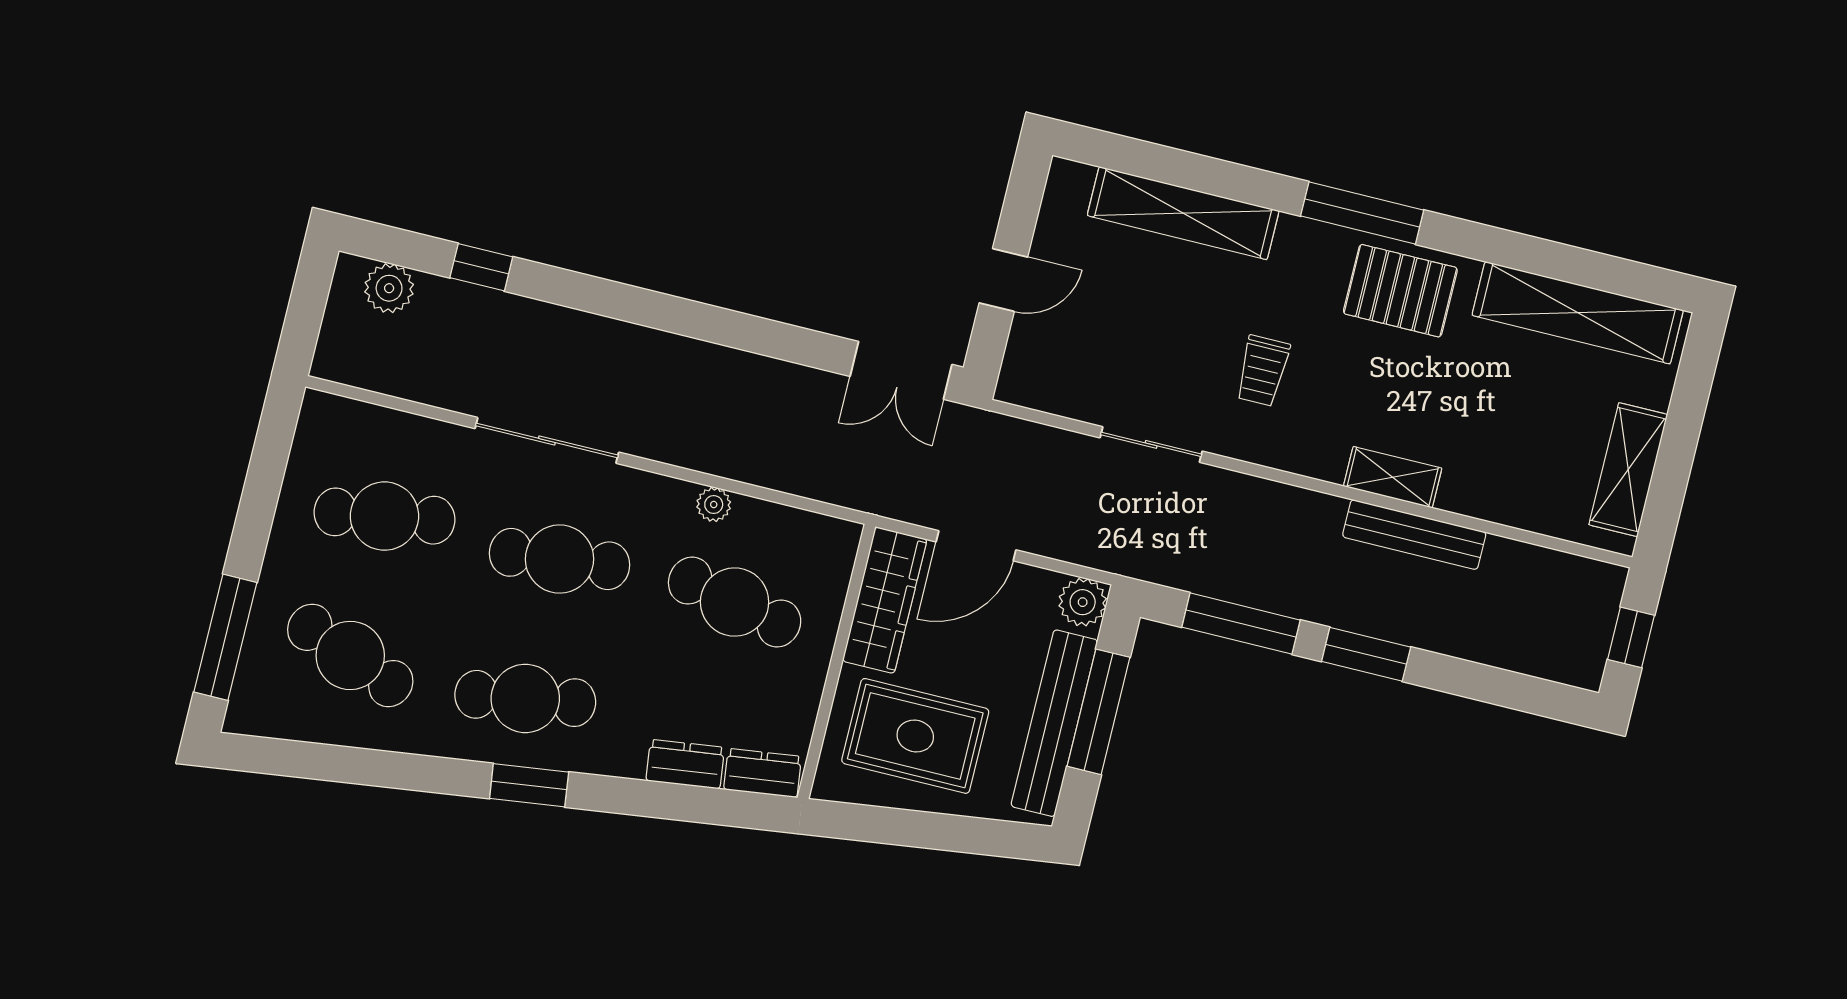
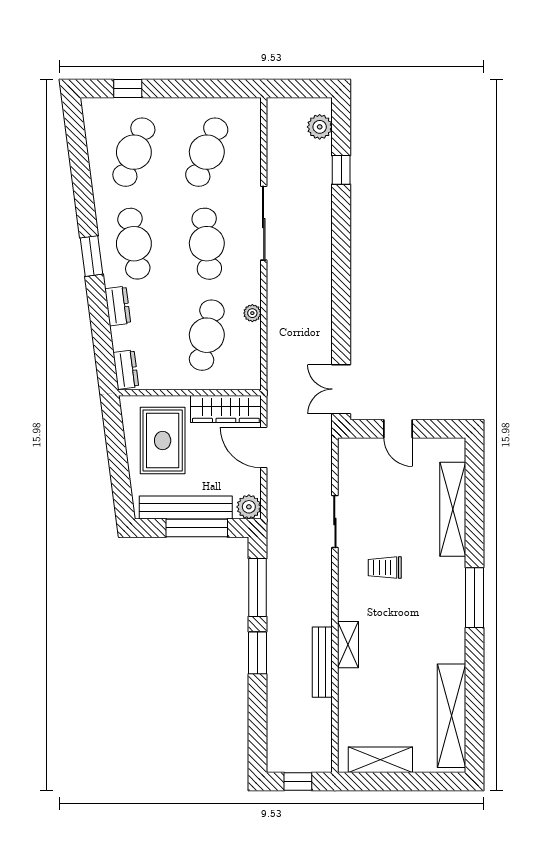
pallet: (1400, 291) -> (441, 626), removed
cafe table: (384, 516) -> (207, 152), turned 30
window: (225, 637) -> (128, 88), width x0.46
dresser: (685, 764) -> (118, 306), moved

